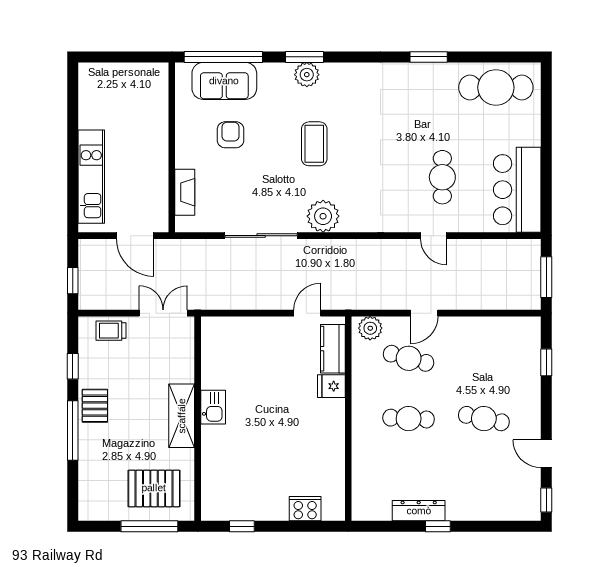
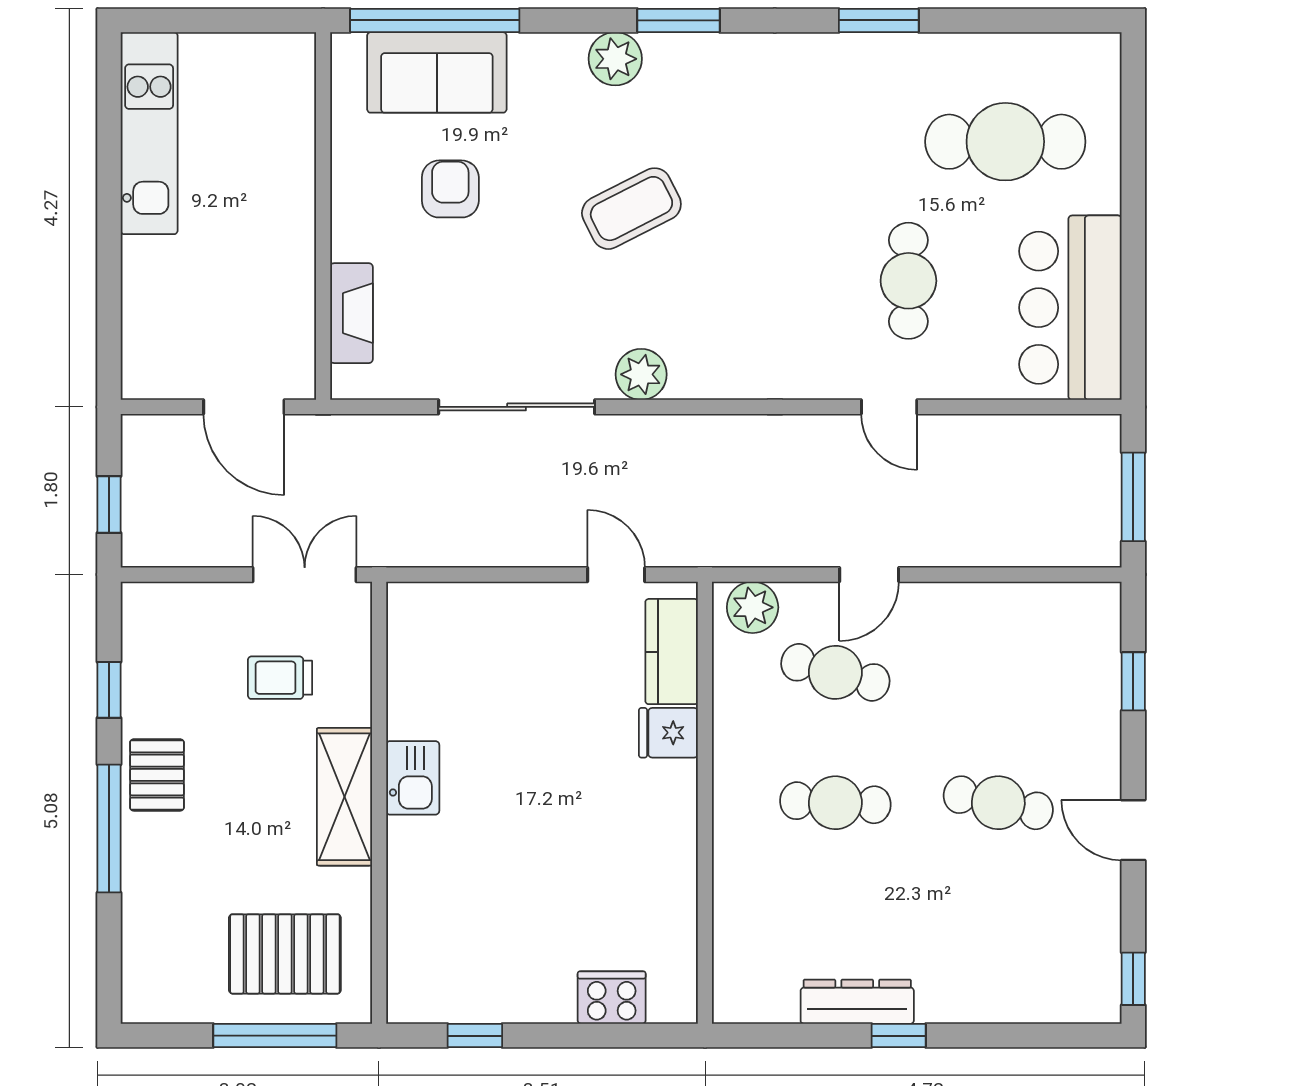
window: (304, 57) -> (678, 20), moved
cafe table: (496, 87) -> (1005, 142), moved
coffee table: (314, 144) -> (631, 209), turned 63
kitchen unit: (91, 177) -> (149, 133), moved
plant: (323, 216) -> (641, 374), width x0.73, depth x0.73
door: (307, 313) -> (616, 575), hinge flipped
trolley: (111, 331) -> (280, 678), moved
door: (546, 454) -> (1133, 830), moved

